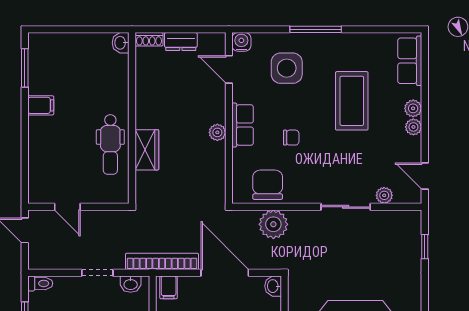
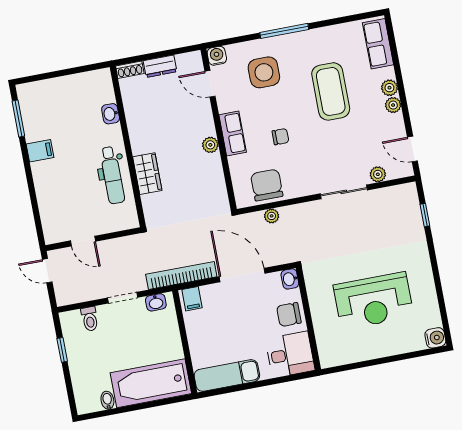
washbasin: (121, 43) -> (111, 114), moved
plant: (273, 224) -> (272, 216), width x0.53, depth x0.53
toilet: (40, 283) -> (90, 319), moved, turned 90

